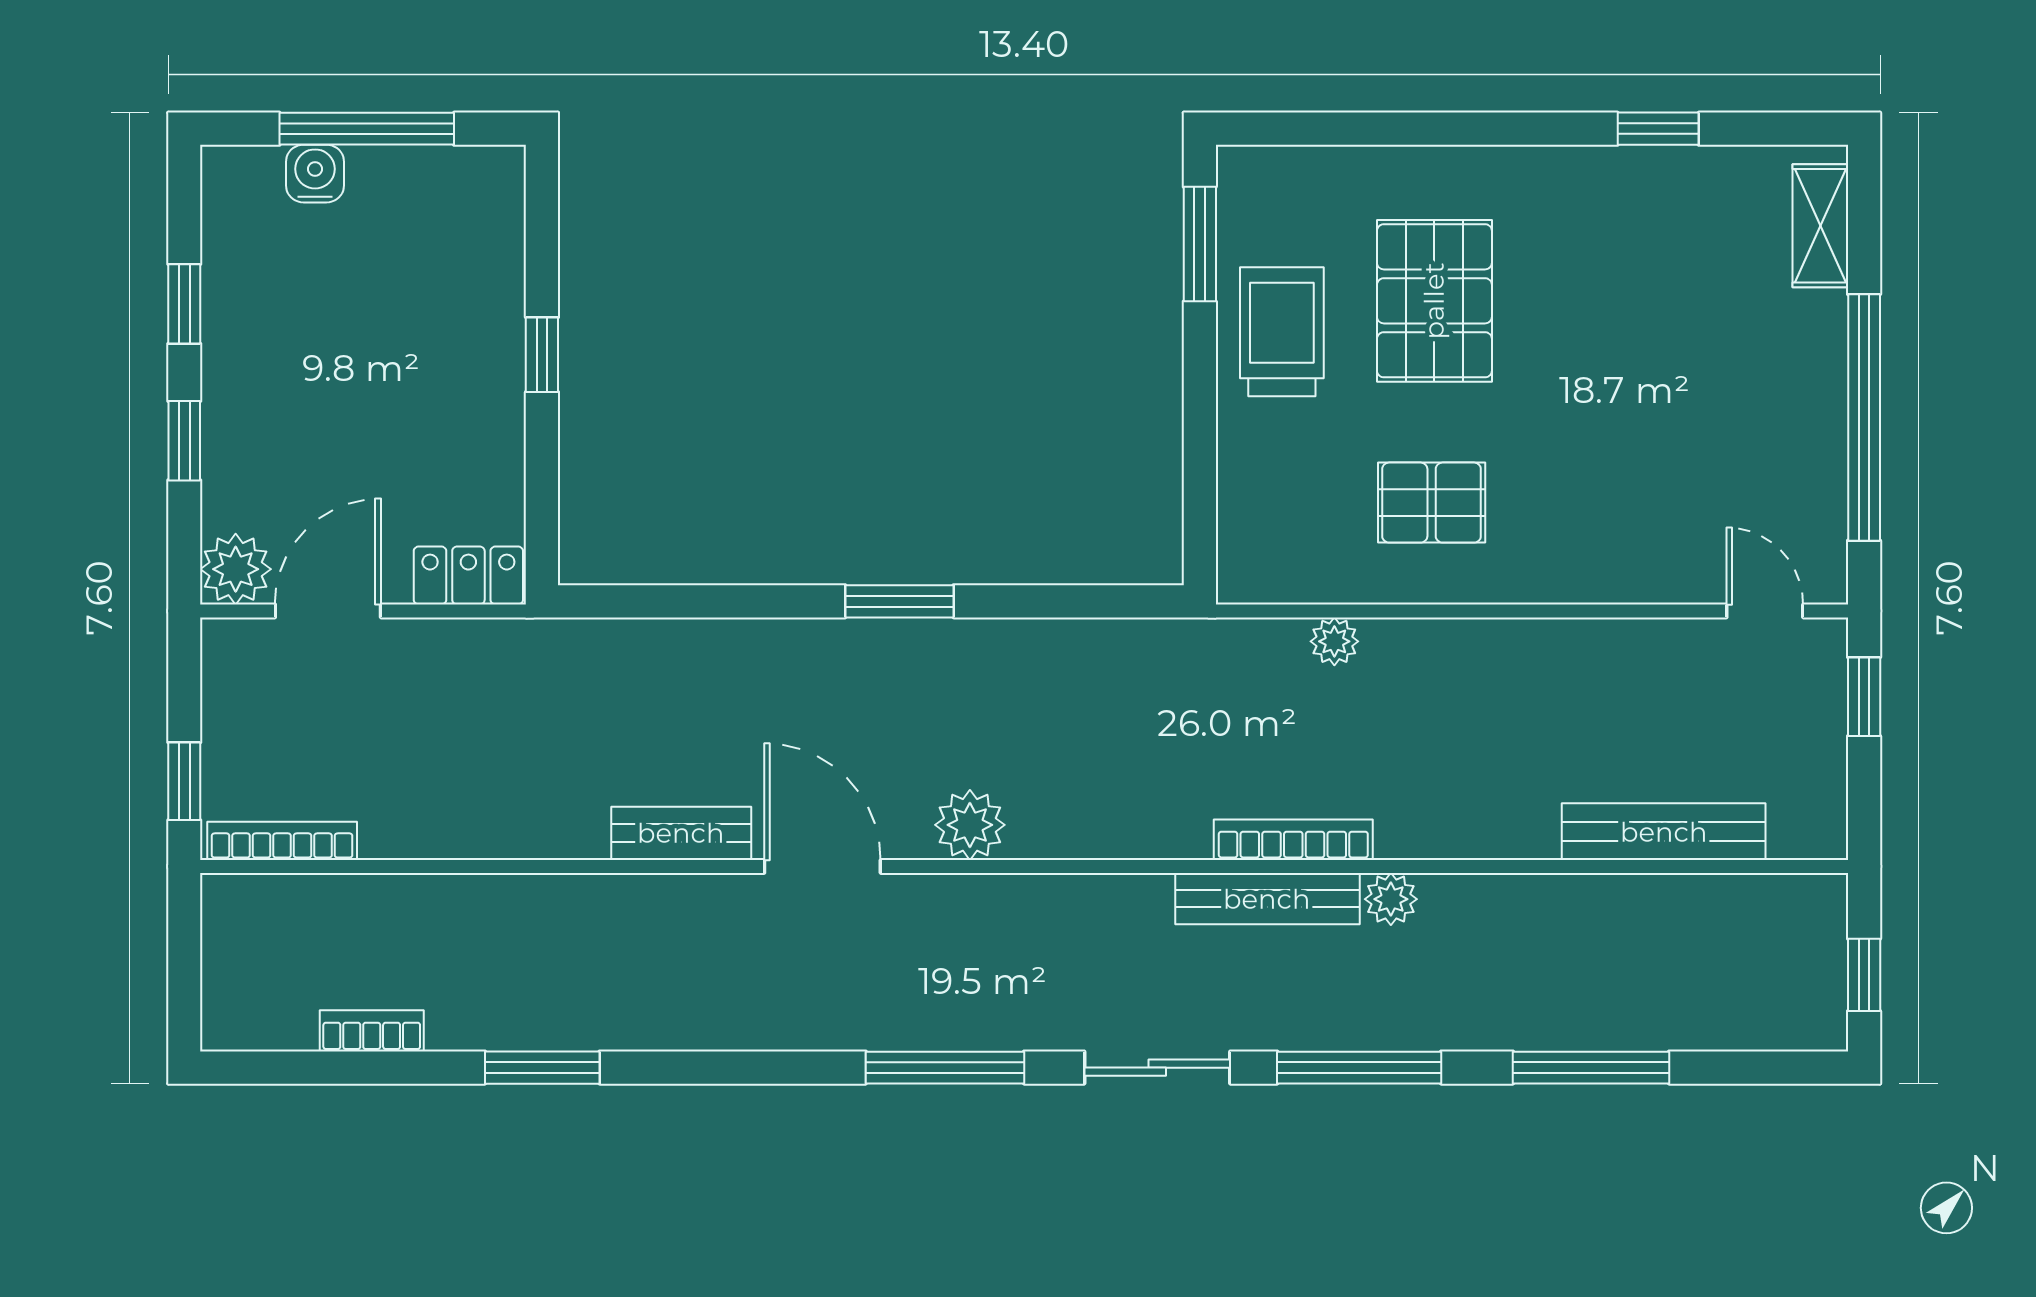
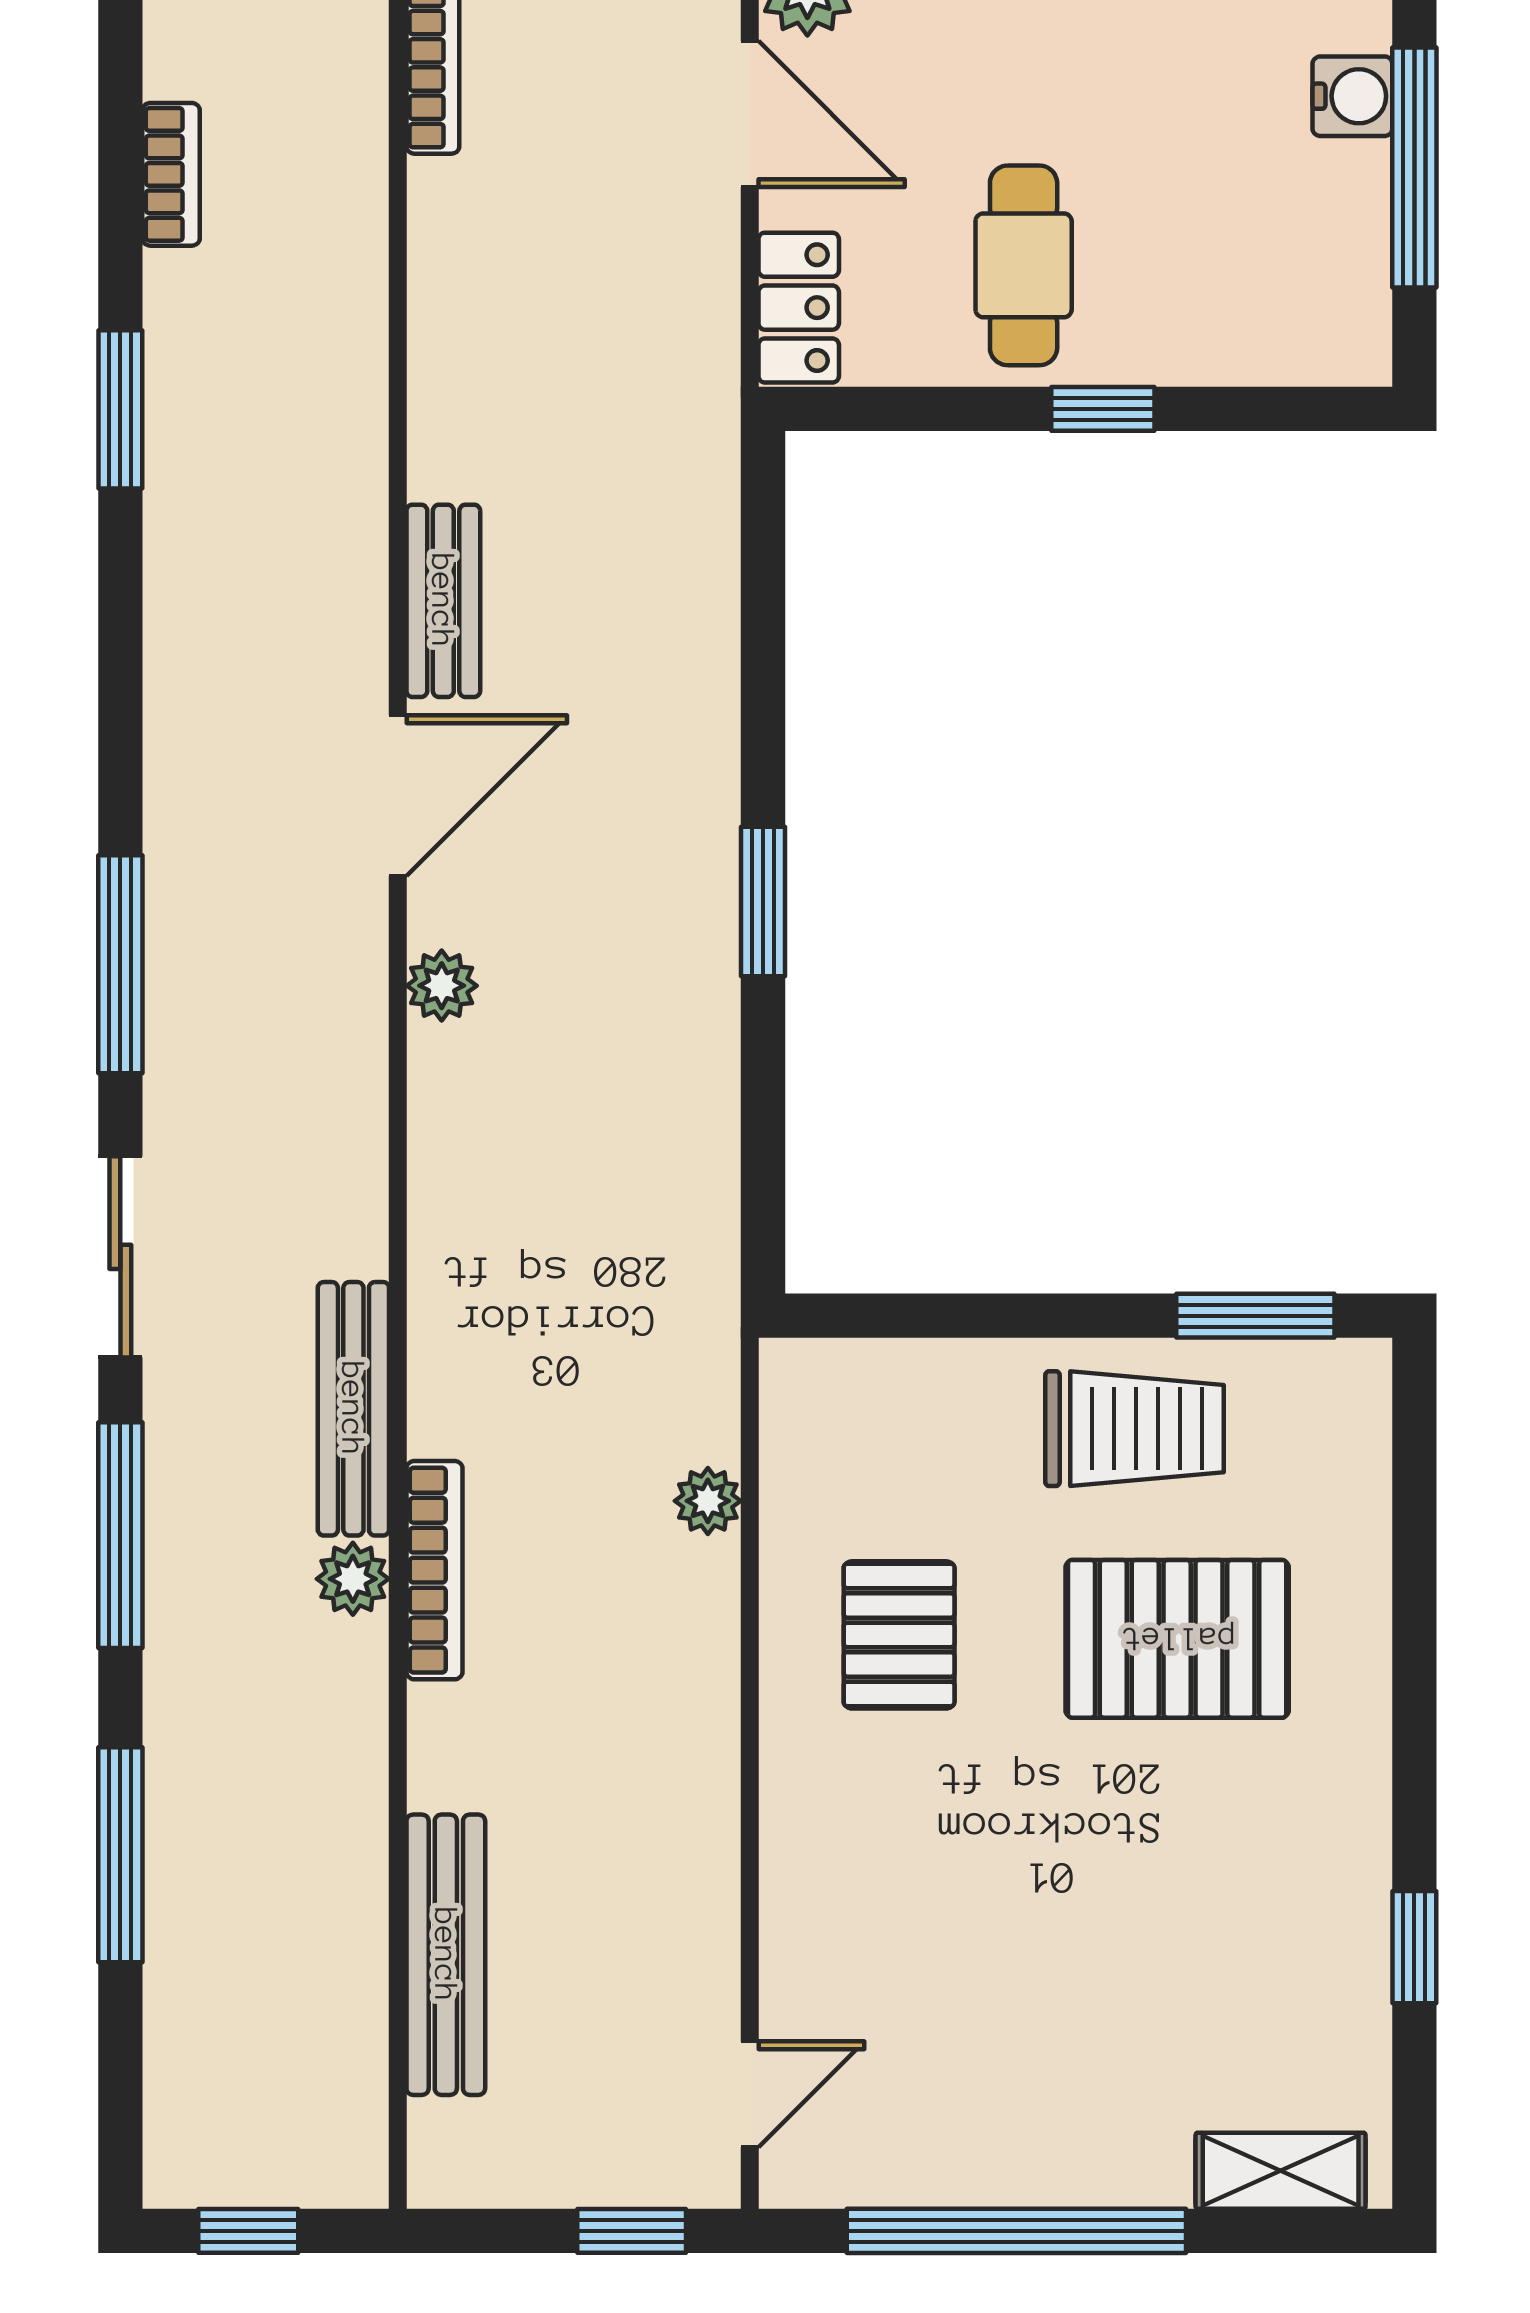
cafe table: (438, 412) -> (1024, 265), added
plant: (970, 825) -> (442, 986), width x0.73, depth x0.73
bookcase: (1293, 840) -> (434, 1570), moved

